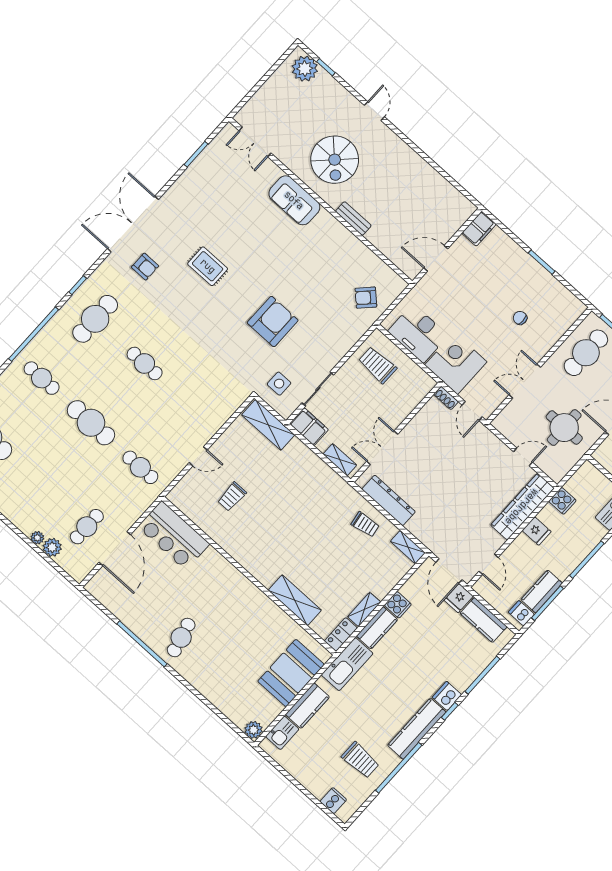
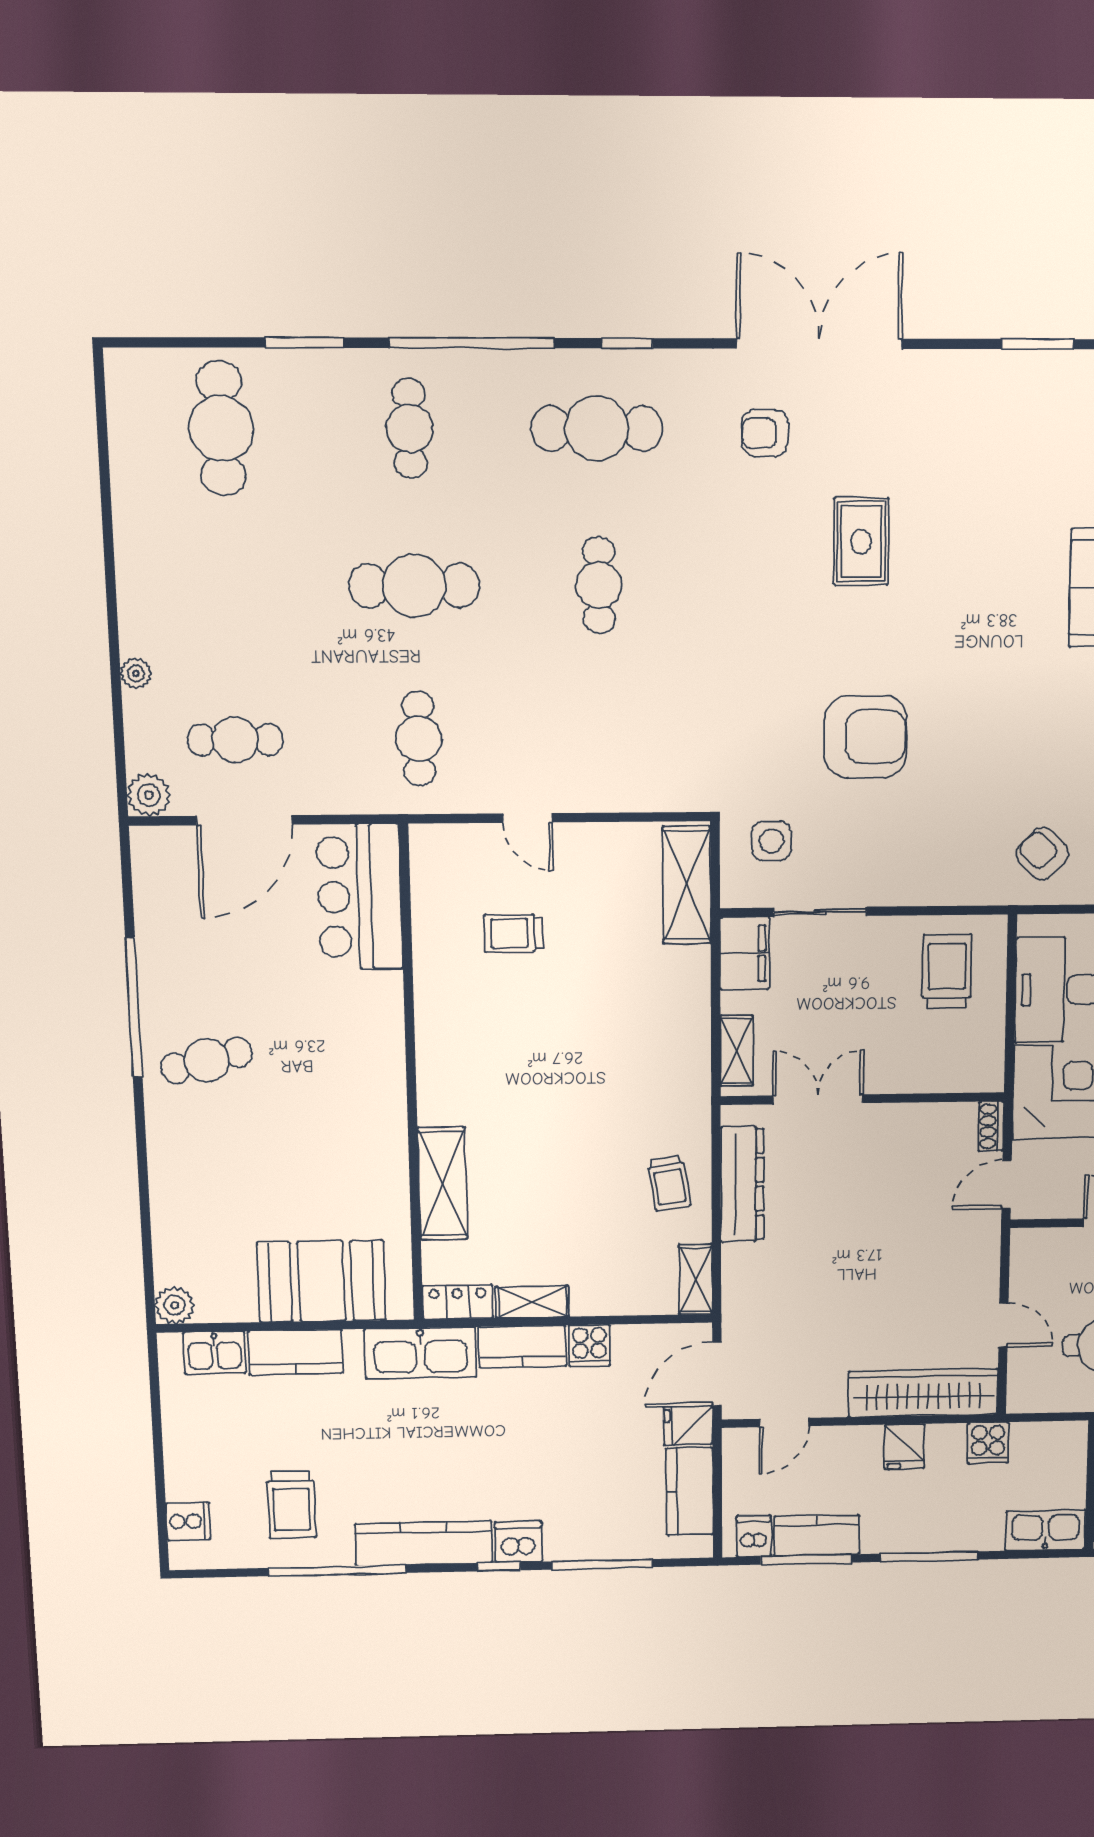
armchair: (145, 267) -> (765, 433), turned 90
cafe table: (91, 423) -> (414, 586), turned 90
plant: (52, 547) -> (149, 795), moved

